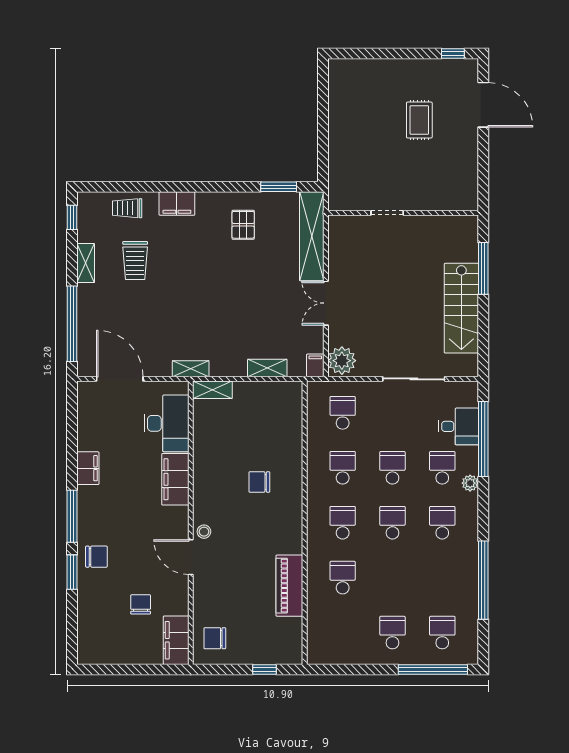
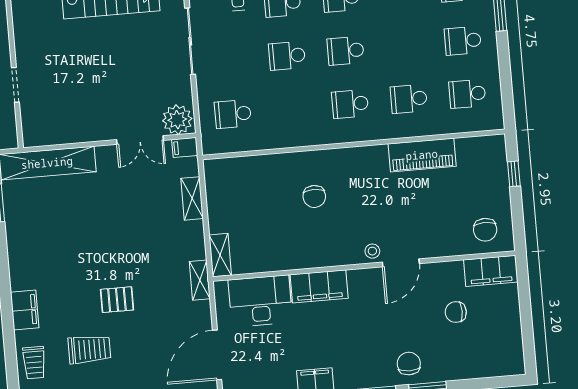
pallet: (243, 225) -> (117, 300), moved
double door: (326, 303) -> (140, 140), moved
school desk: (343, 468) -> (467, 94), moved

